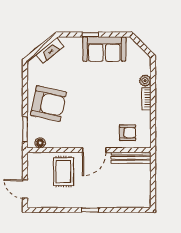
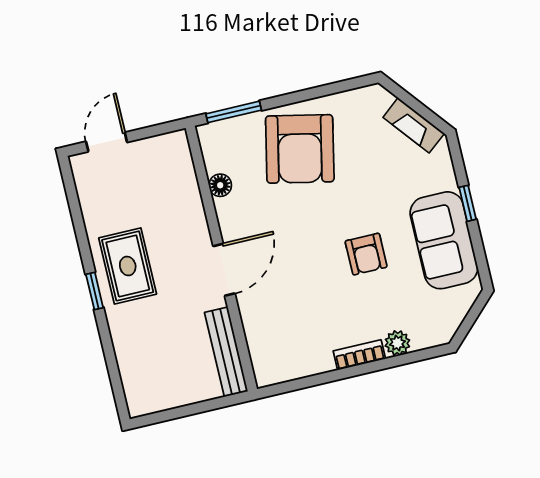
armchair: (128, 133) -> (366, 254), moved
floor lamp: (40, 143) -> (220, 185), moved
door: (94, 150) -> (224, 270), swing flipped
rug: (63, 172) -> (128, 266), moved, turned 90

